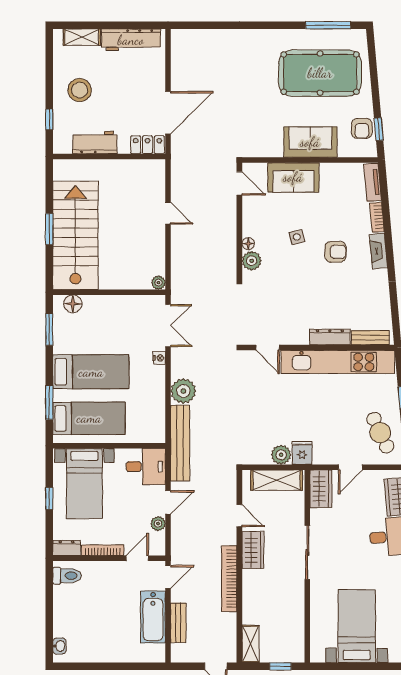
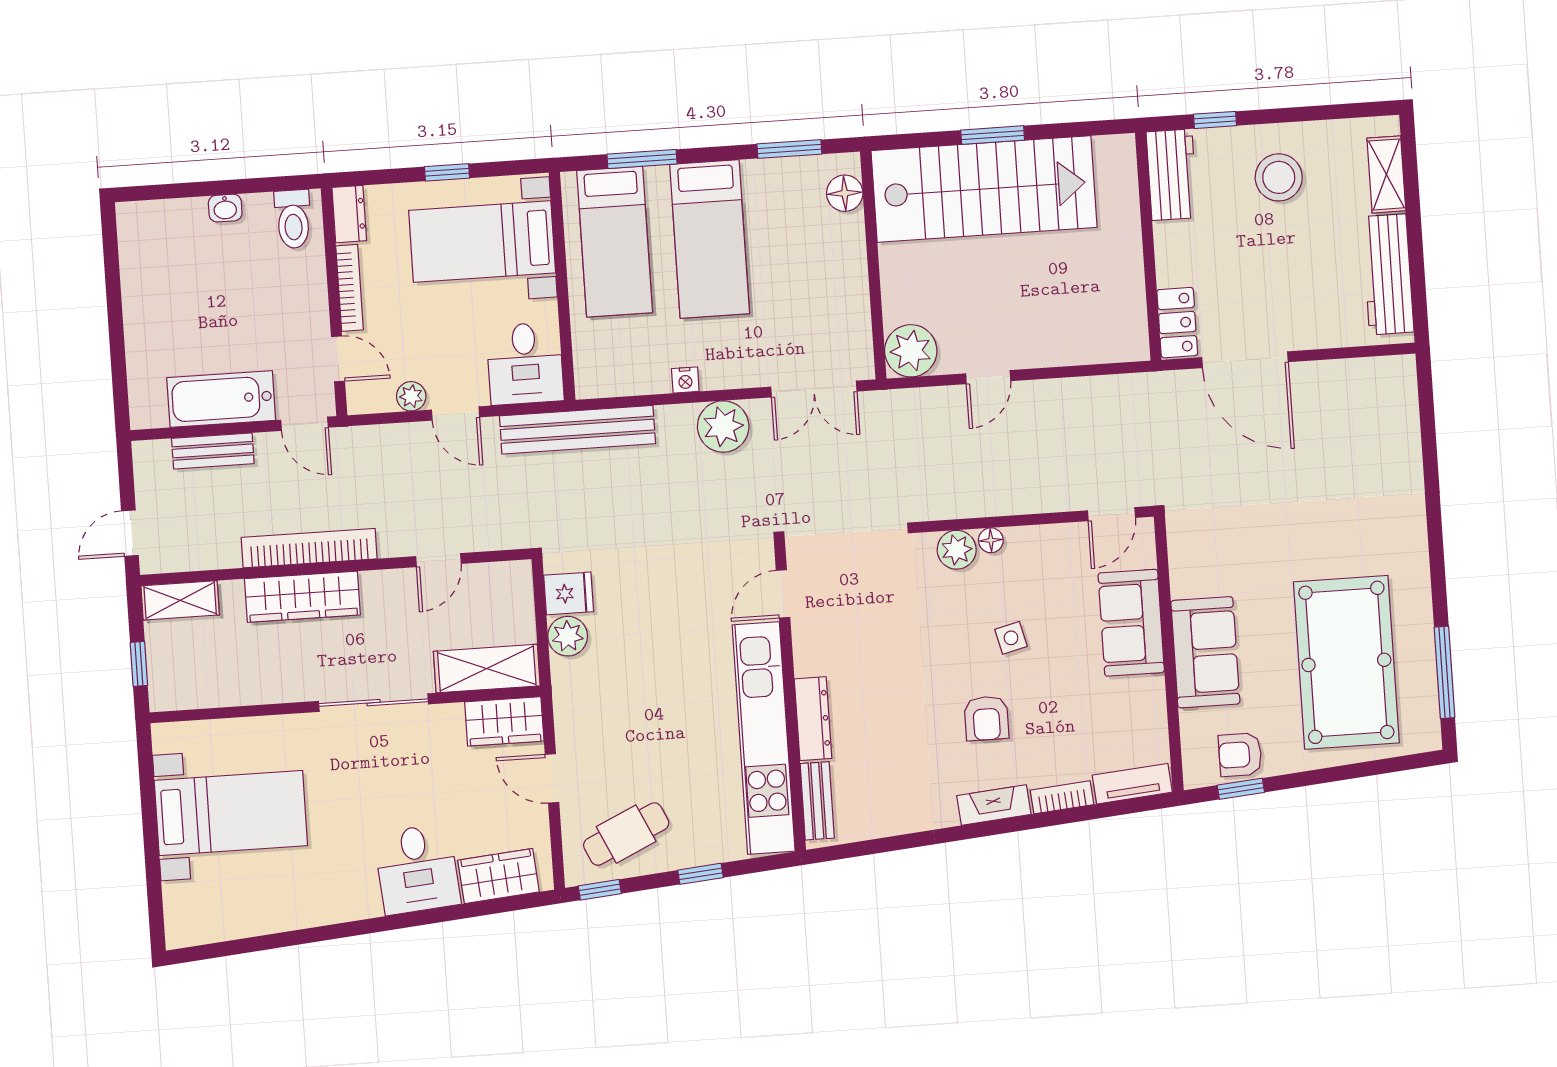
workbench: (95, 142) -> (1172, 175), moved
door: (168, 213) -> (988, 377), moved
plant: (158, 283) -> (911, 351), width x1.88, depth x1.88
nightstand: (159, 358) -> (685, 380), moved
plant: (183, 391) -> (723, 426), moved
fridge: (302, 453) -> (569, 593), moved
shelving: (277, 480) -> (487, 669), moved, turned 90
wardrobe: (253, 550) -> (302, 597), moved, width x1.50
washbasin: (59, 646) -> (225, 208), moved

